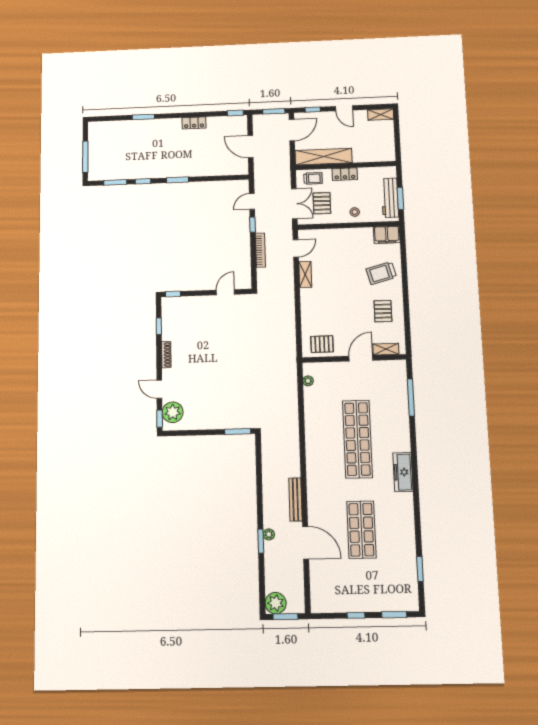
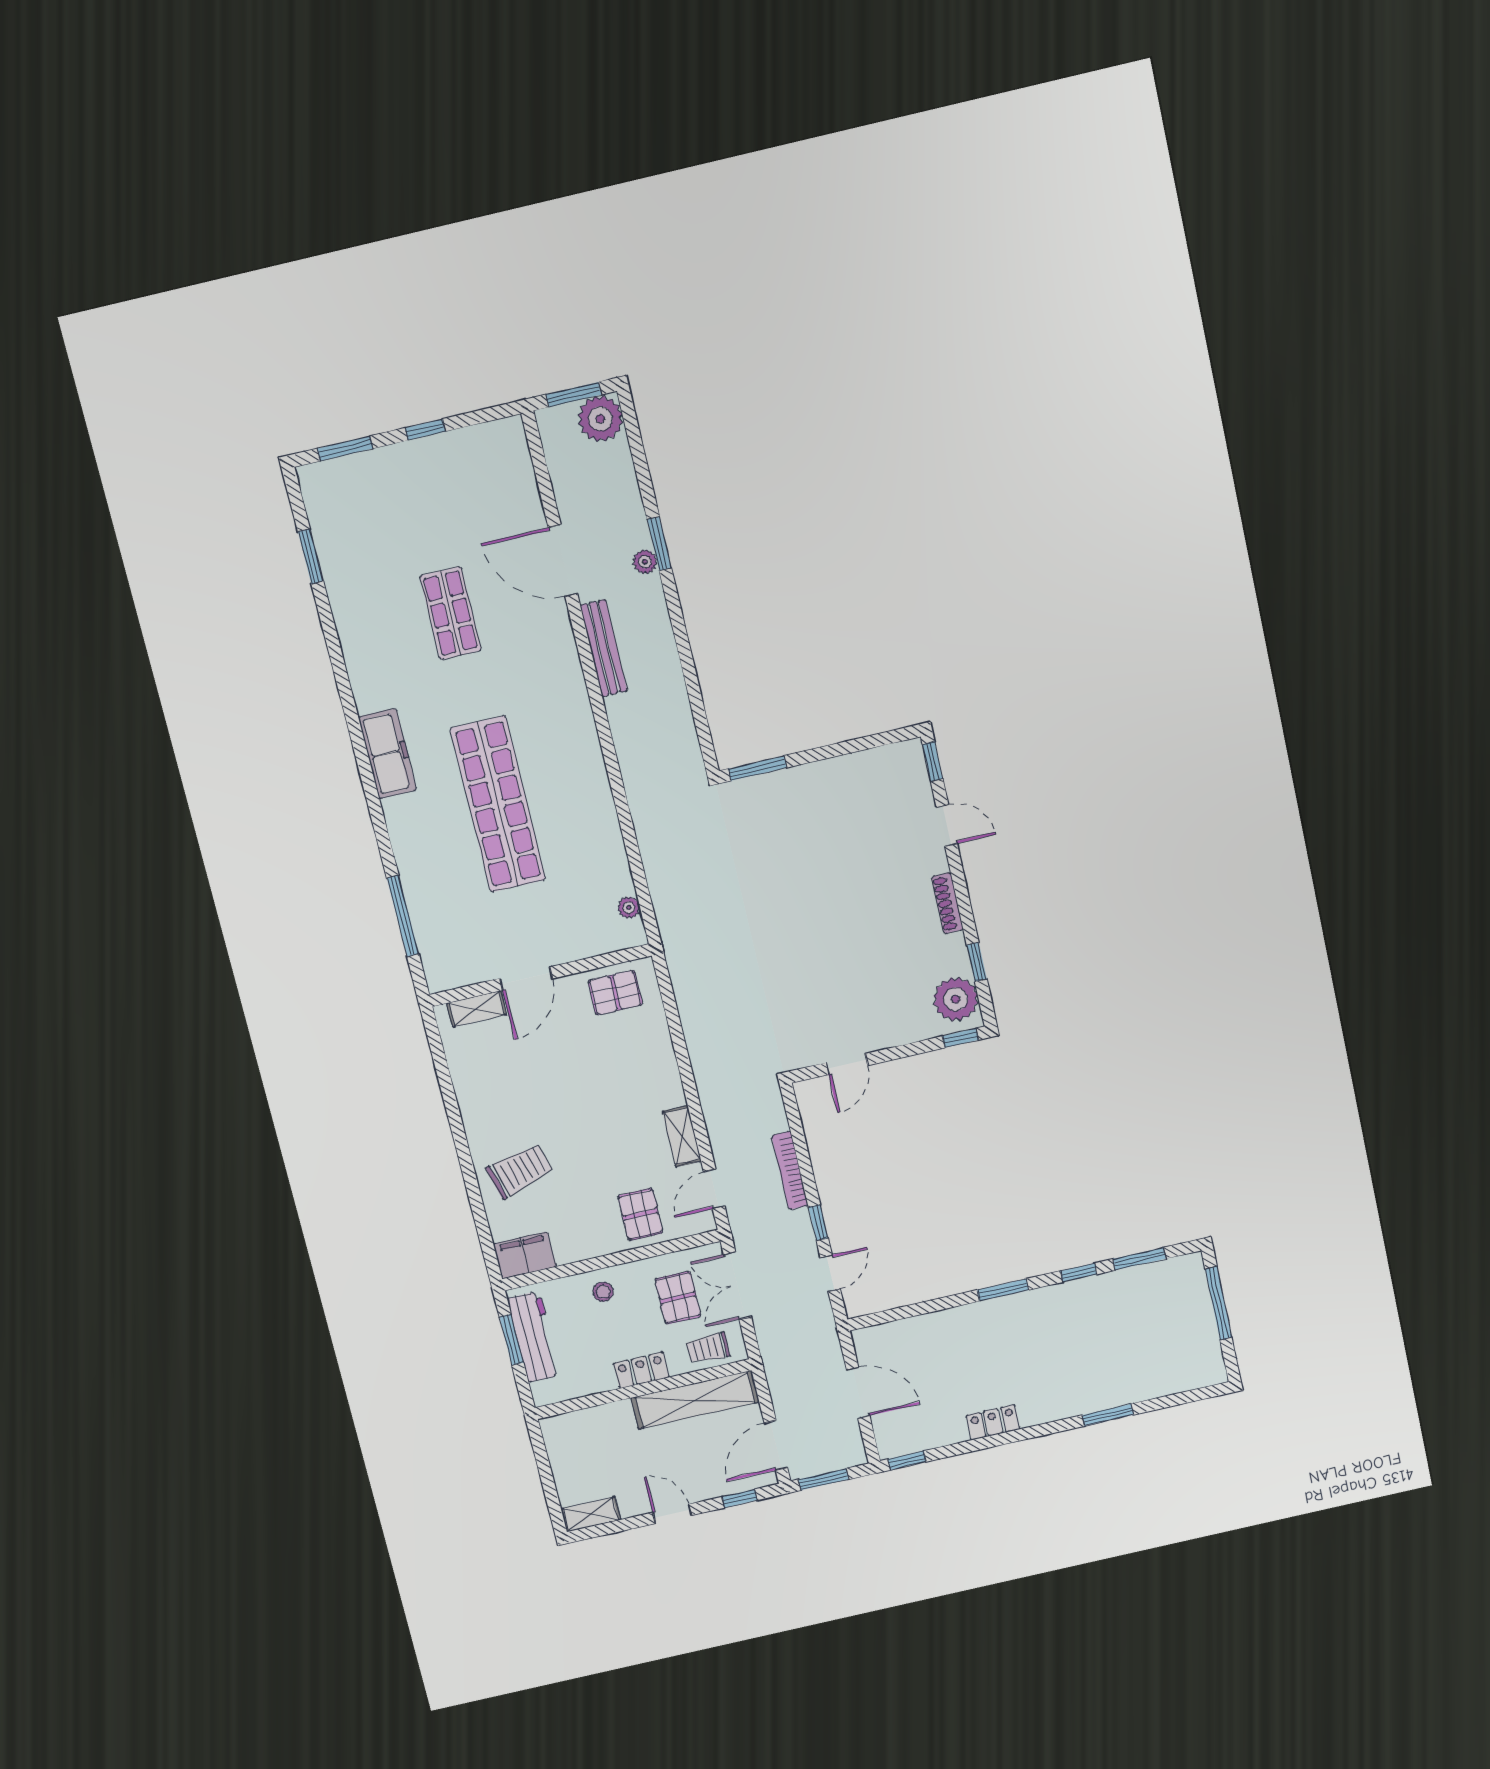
pallet: (383, 311) -> (640, 1214), moved
plant: (173, 412) -> (956, 999), moved
shop shelf: (361, 530) -> (451, 613), width x0.70, depth x0.74

